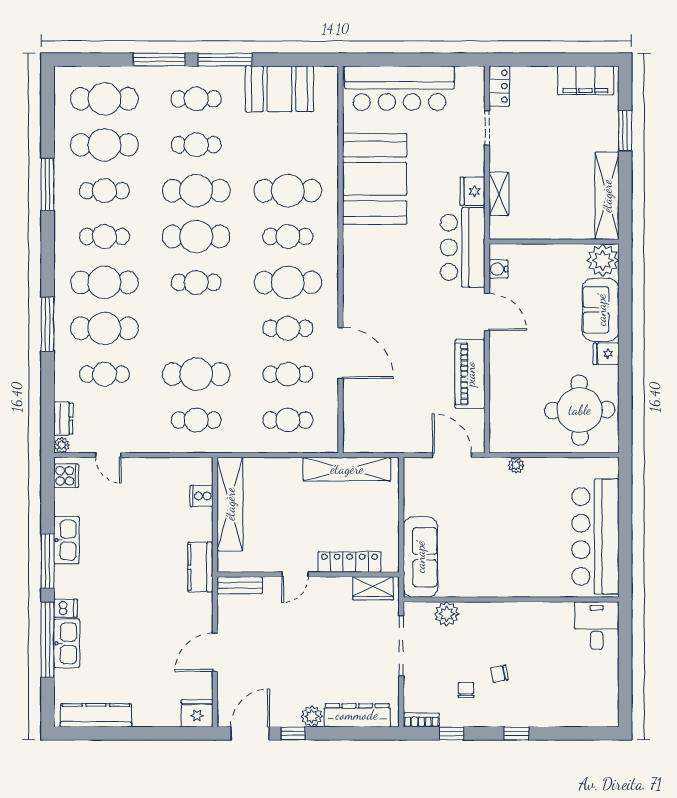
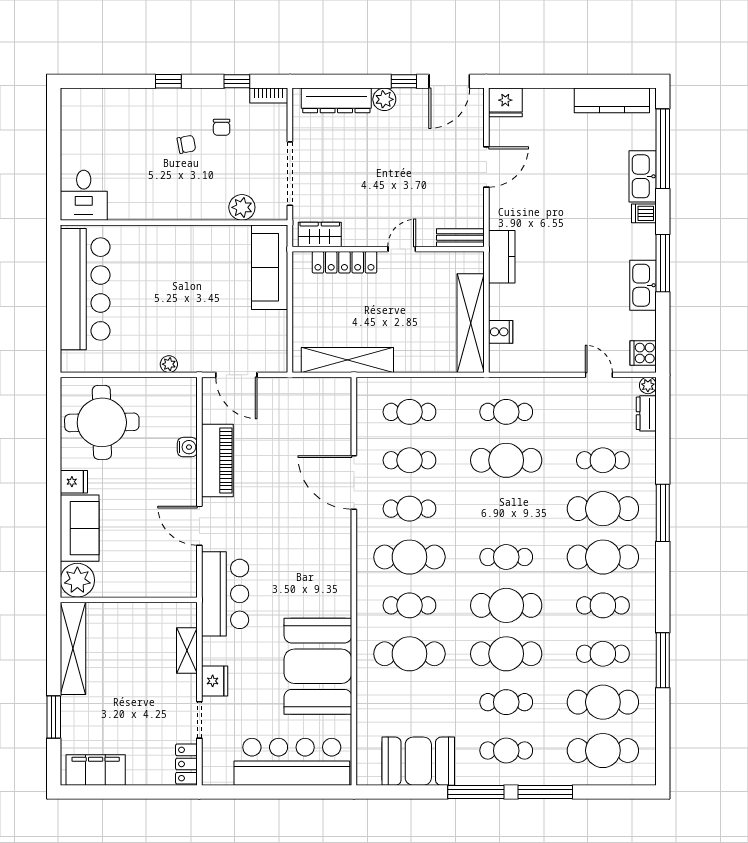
fridge: (473, 191) -> (215, 681), moved
water cooler: (498, 269) -> (187, 447), moved
window: (48, 640) -> (663, 149), moved

